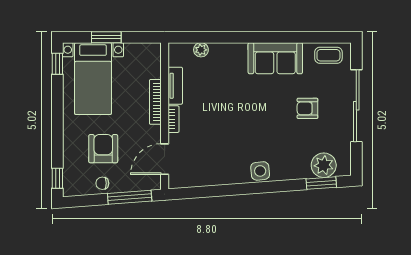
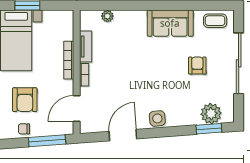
armchair: (307, 108) -> (197, 66), turned 90
armchair: (103, 149) -> (25, 100), turned 180
door: (219, 191) -> (123, 135), added

